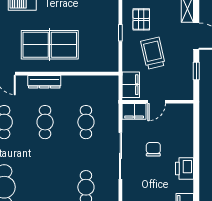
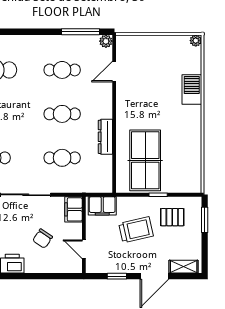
table tennis table: (50, 45) -> (145, 160), moved
dresser: (44, 82) -> (105, 137), moved
door: (157, 102) -> (84, 249), moved
chair: (153, 149) -> (43, 239), moved, turned 124

